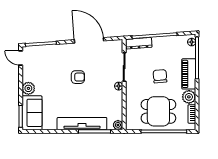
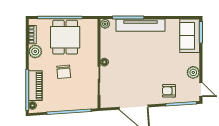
dresser: (139, 43) -> (84, 104), removed
piano: (189, 74) -> (35, 86), moved
armchair: (78, 77) -> (169, 91), moved
plant: (28, 88) -> (193, 72), moved
dining table: (158, 111) -> (65, 37), turned 90

